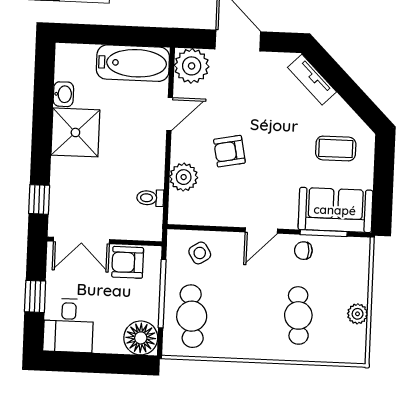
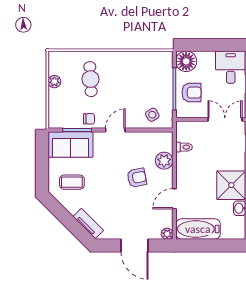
plant: (192, 66) -> (167, 234), width x0.53, depth x0.53
armchair: (128, 262) -> (192, 93), moved
cafe table: (192, 316) -> (156, 76), removed

